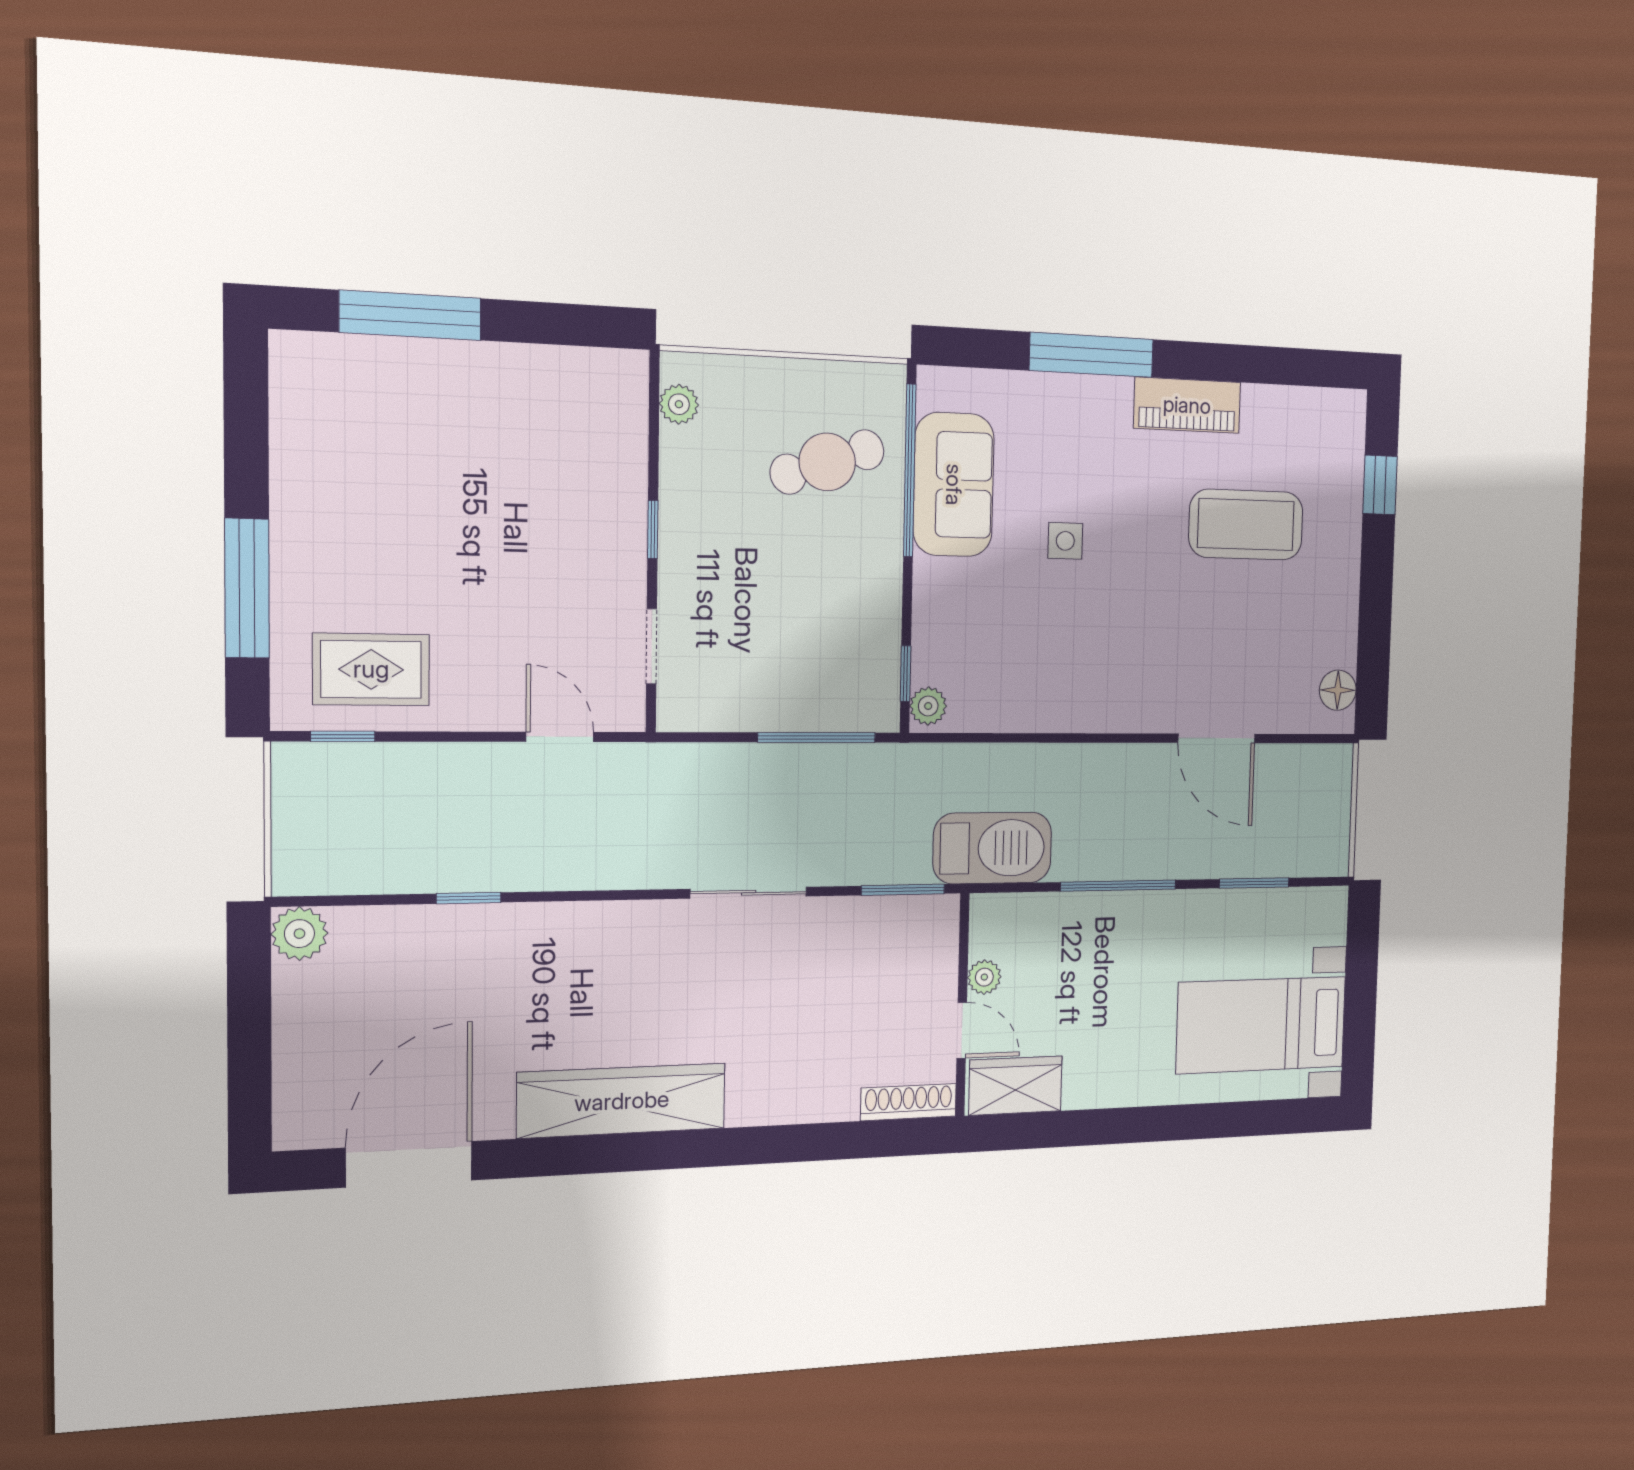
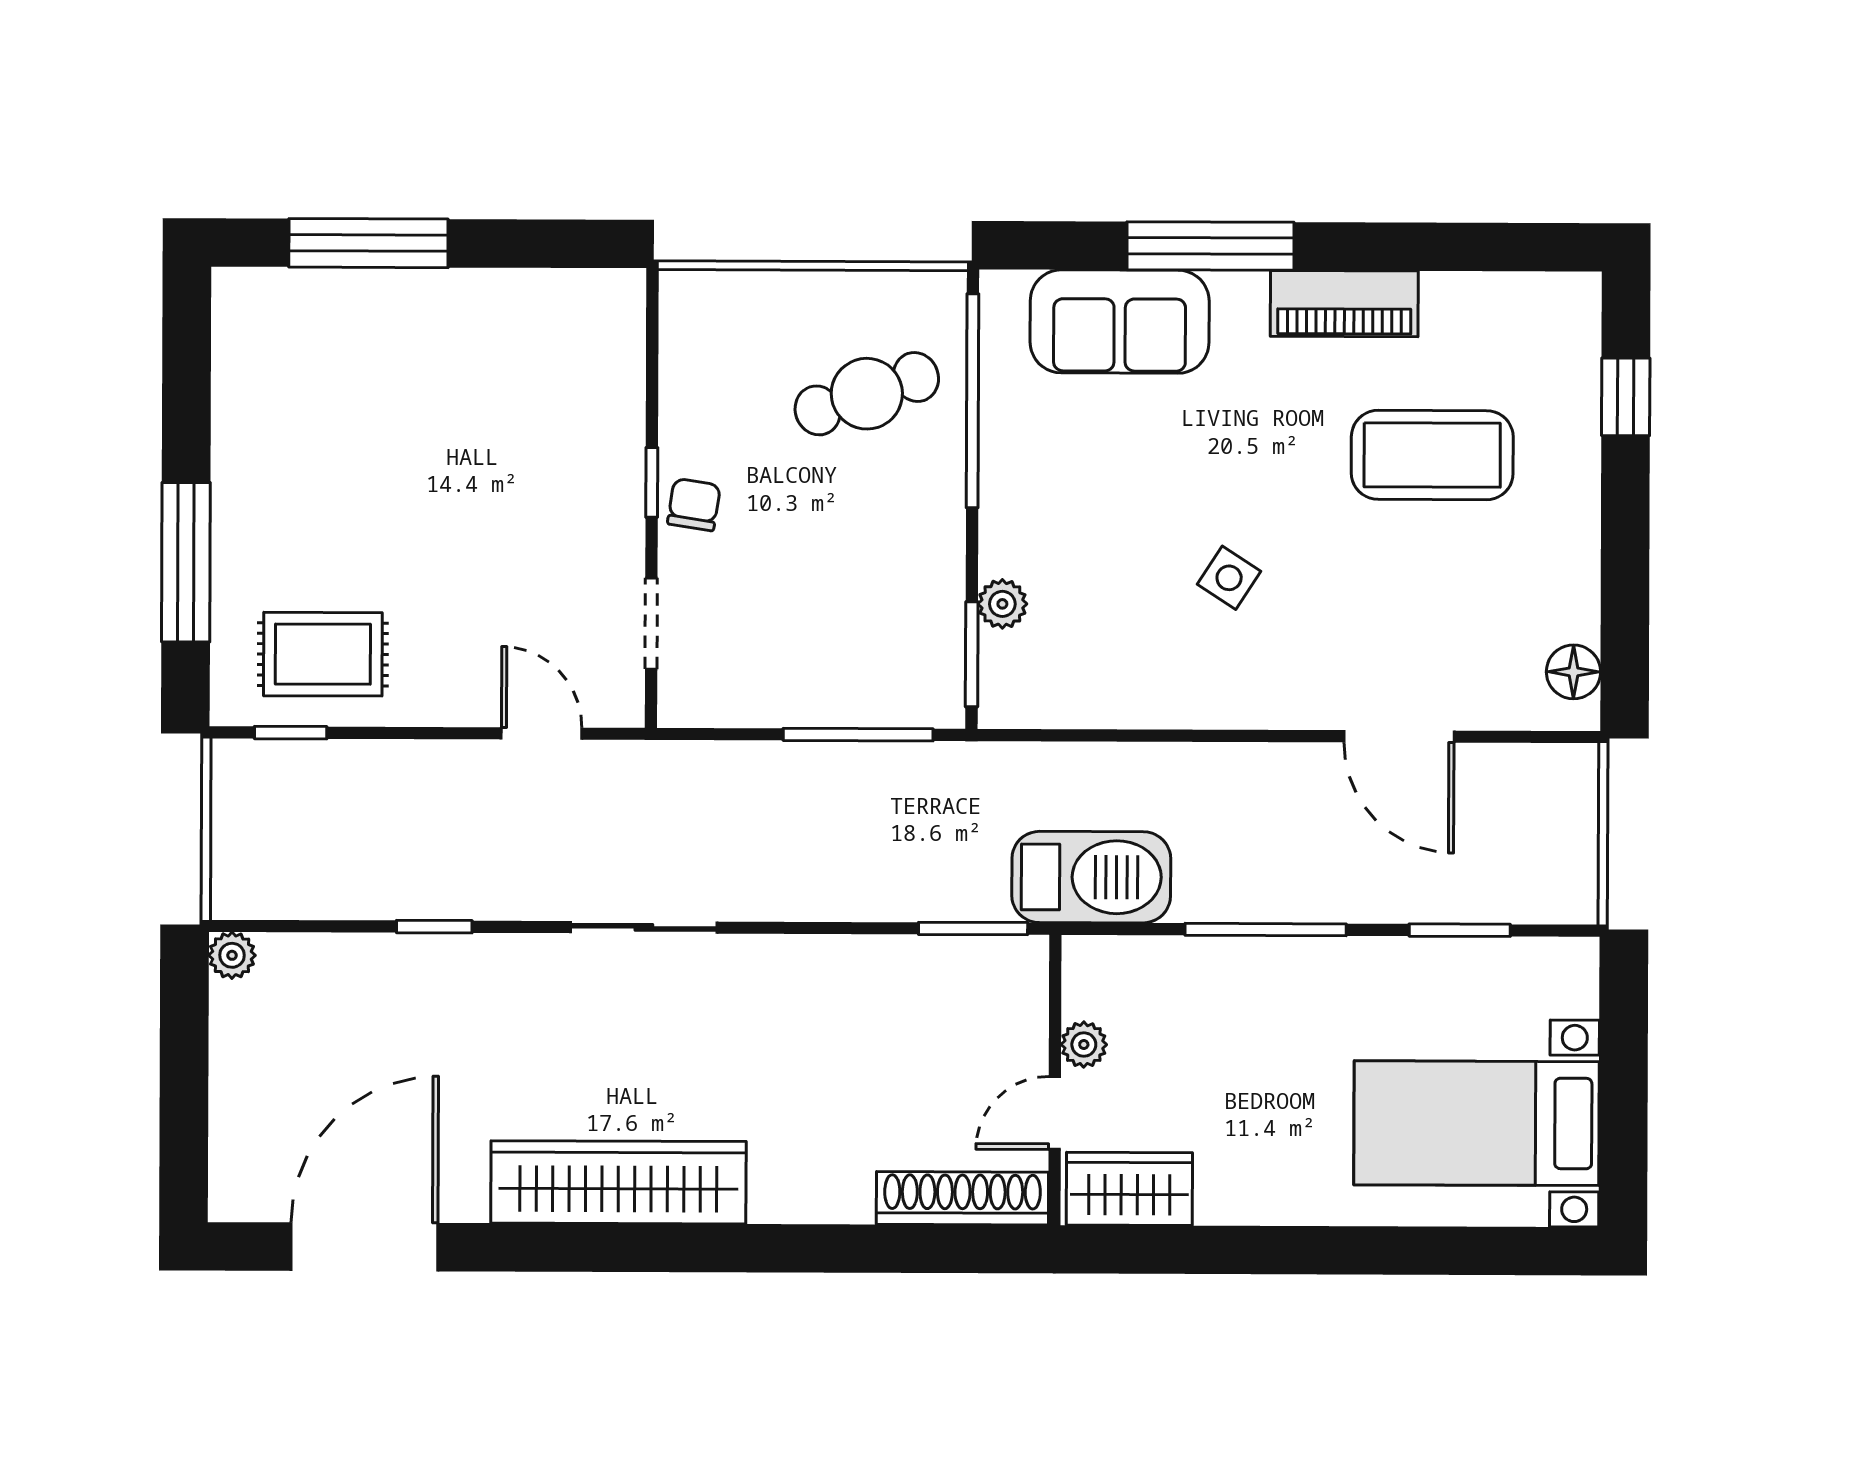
plant: (679, 404) -> (682, 331), removed
sofa: (954, 485) -> (1120, 322), moved, turned 90
side table: (1065, 541) -> (1229, 578), moved, turned 33
chair: (687, 549) -> (694, 505), added
window: (906, 674) -> (972, 654), width x1.50
plant: (928, 706) -> (1002, 604), moved
sliding door: (749, 893) -> (644, 927), moved
plant: (299, 934) -> (232, 955), width x0.73, depth x0.73
door: (962, 1030) -> (1055, 1113), swing flipped
shoe rack: (909, 1102) -> (962, 1198), width x1.36, depth x1.24

